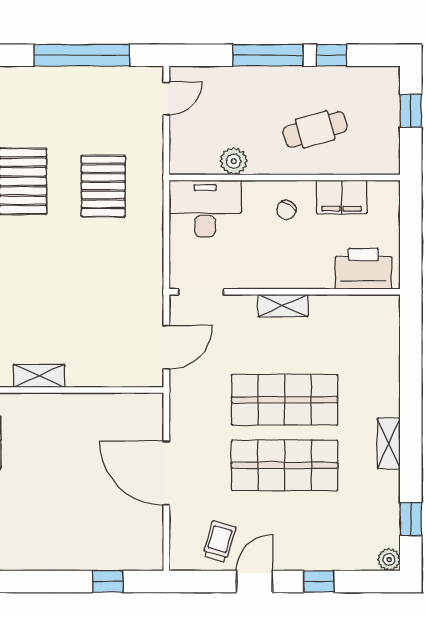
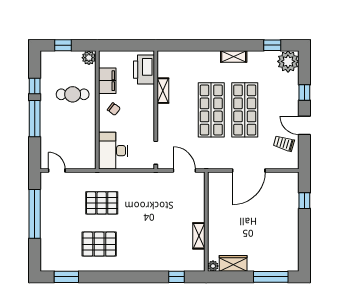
cafe table: (315, 129) -> (73, 94), turned -74
plant: (234, 161) -> (89, 58), moved
shelving: (283, 306) -> (163, 91), moved
plant: (389, 560) -> (288, 61), width x1.88, depth x1.88

